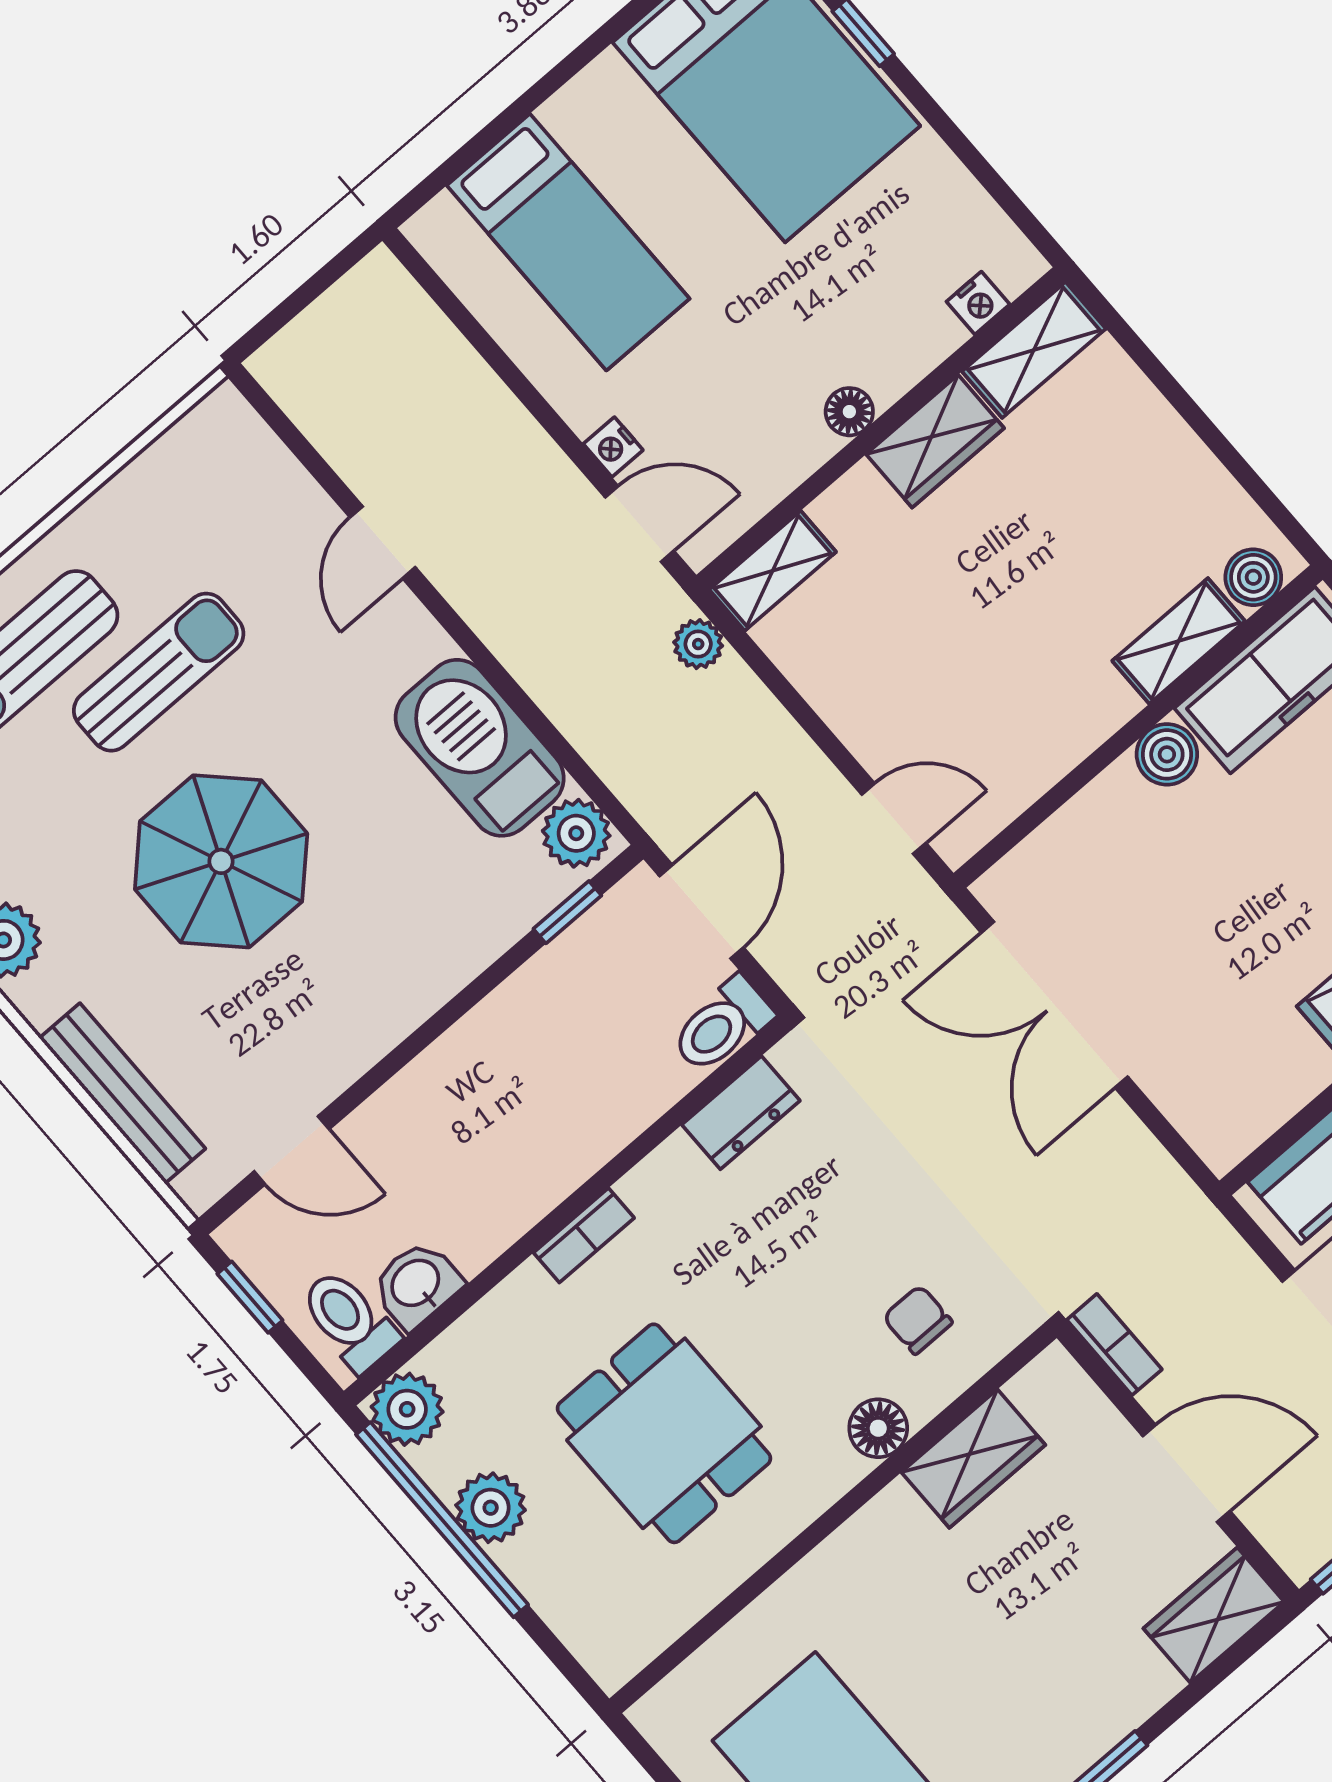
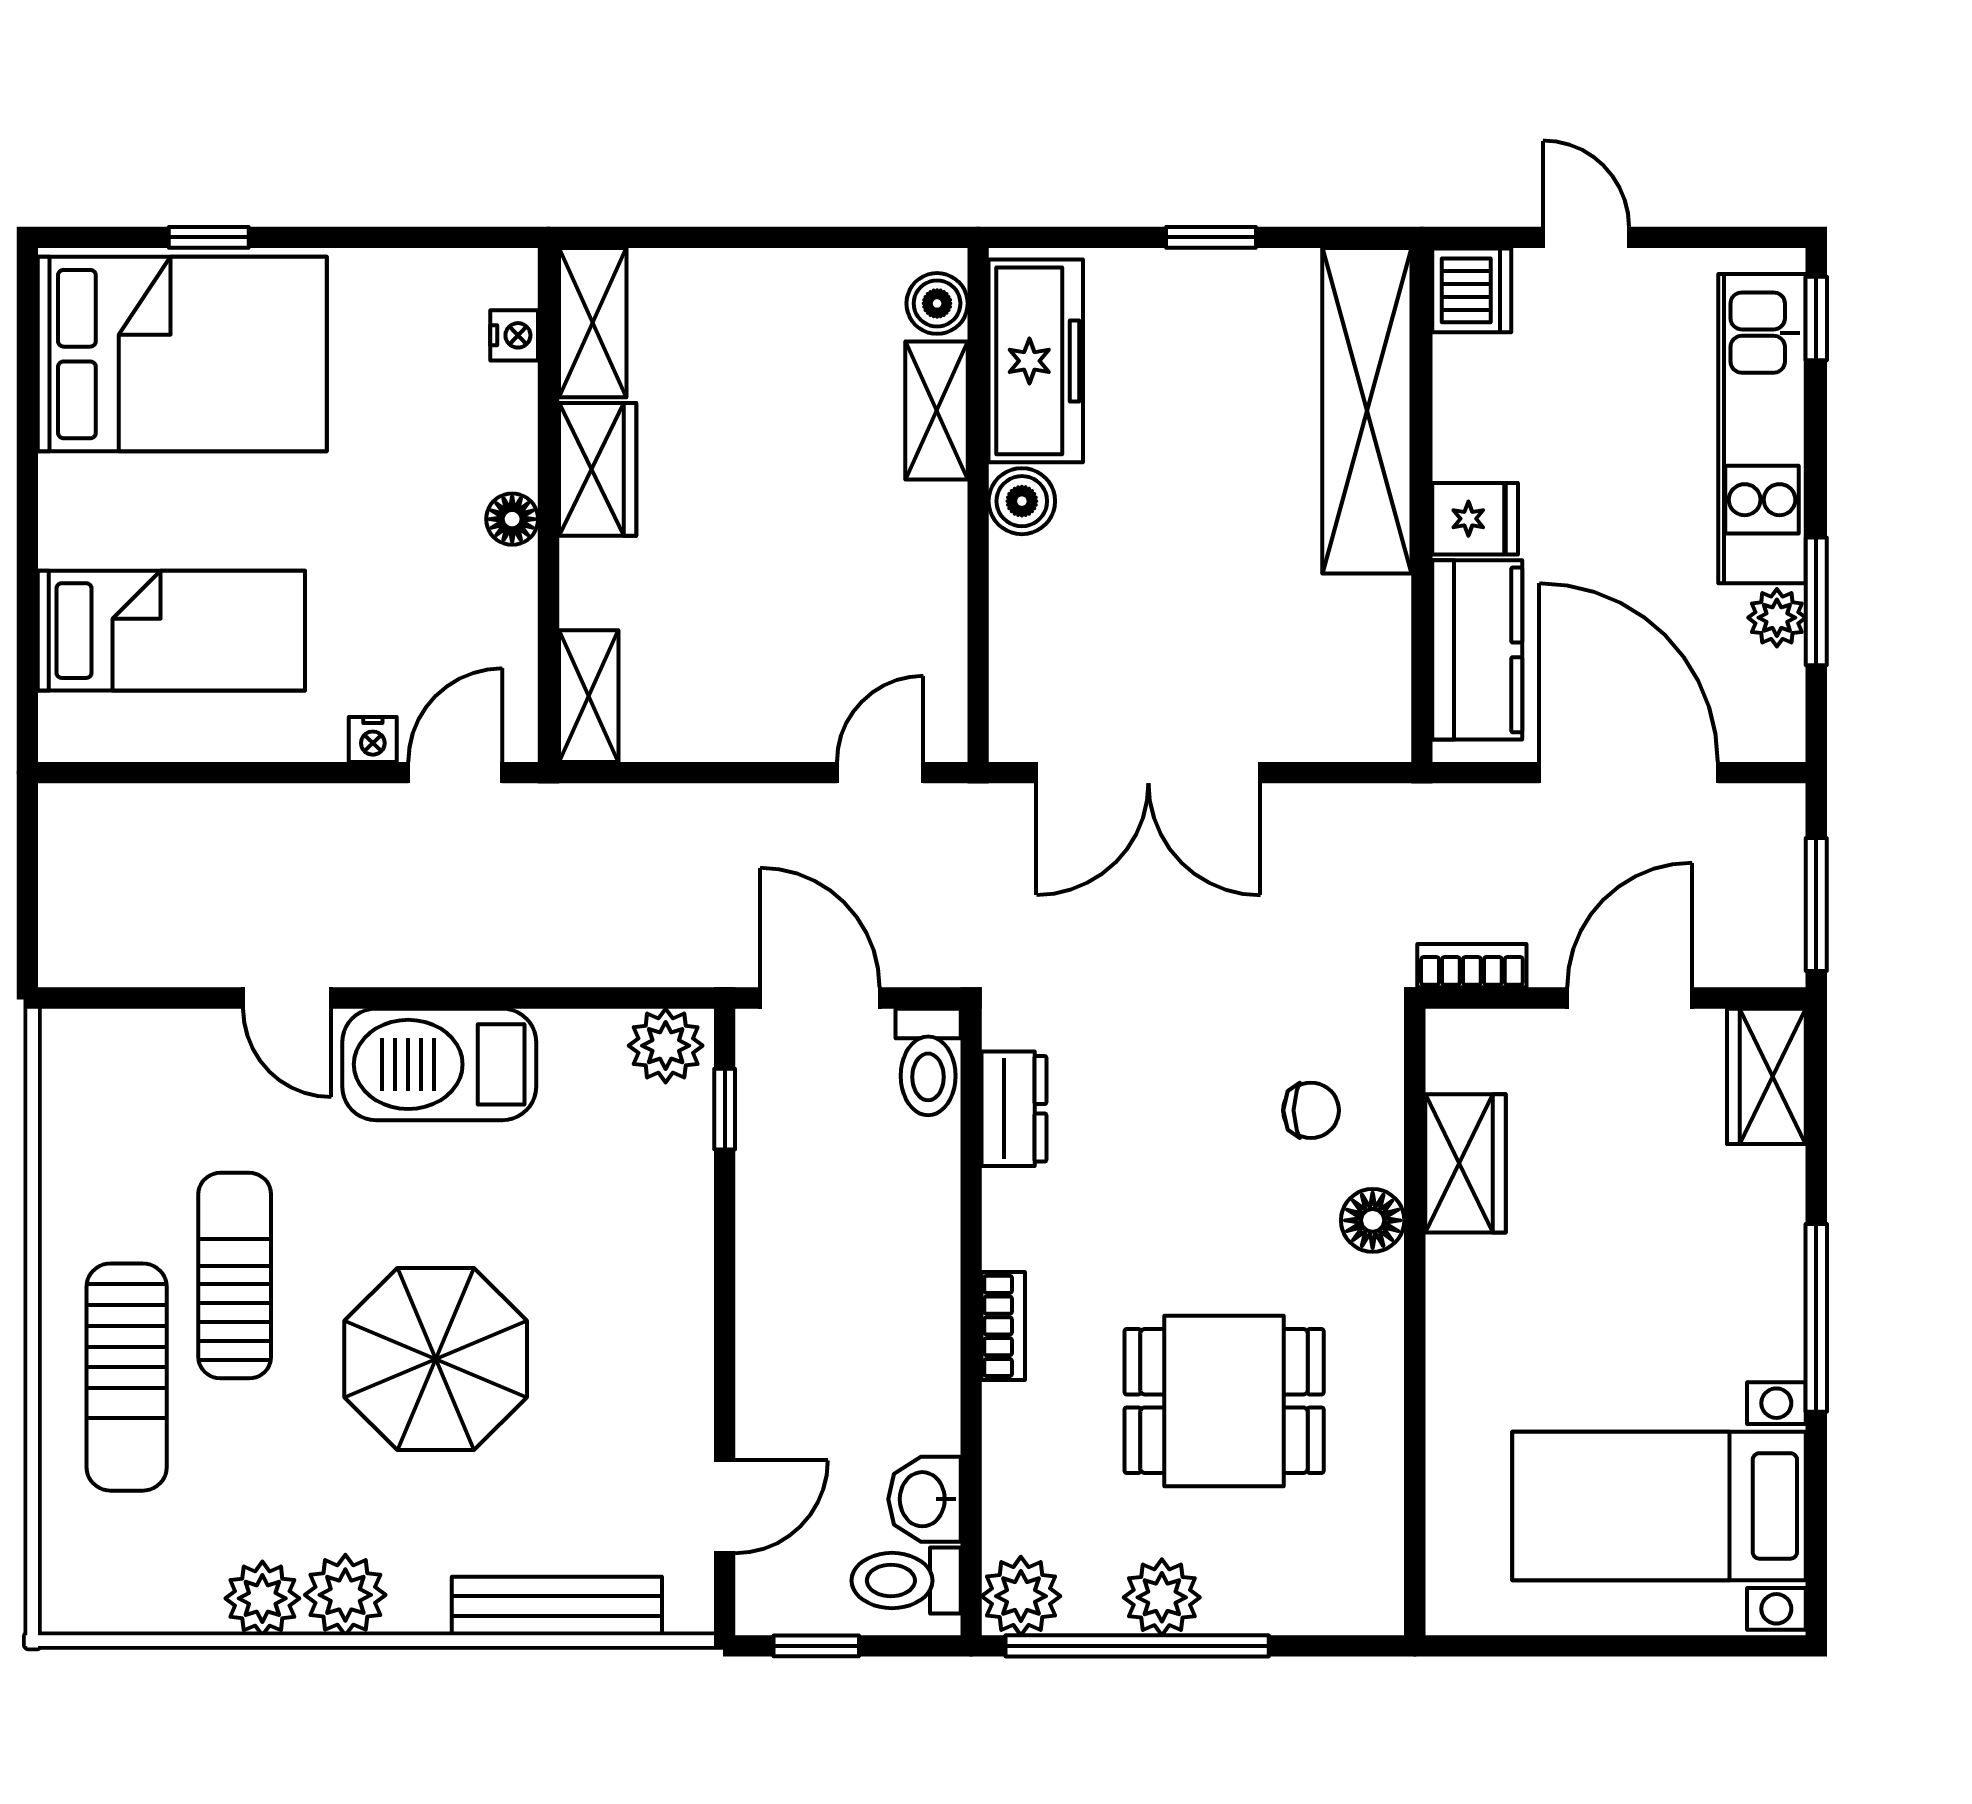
plant: (698, 644) -> (596, 810), removed
barbecue: (480, 748) -> (439, 1064), moved
chair: (918, 1320) -> (1311, 1110), turned 180

